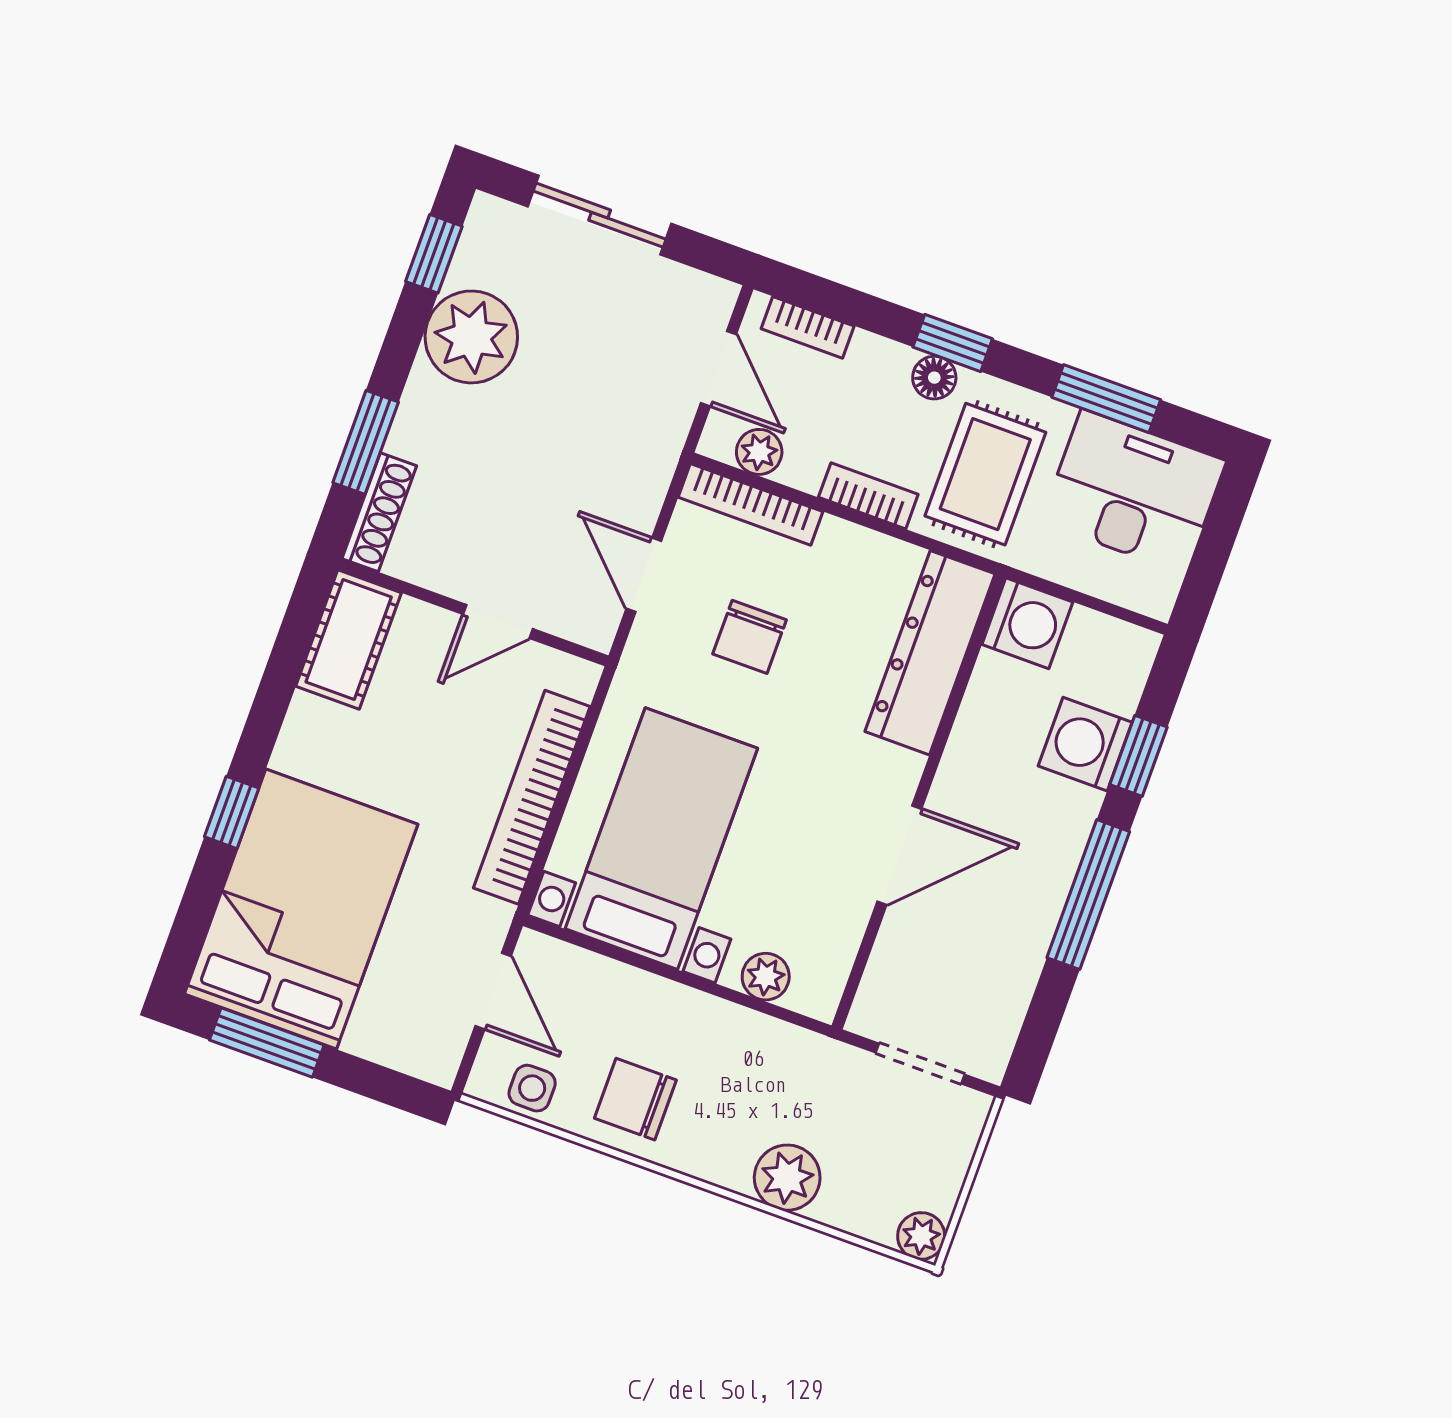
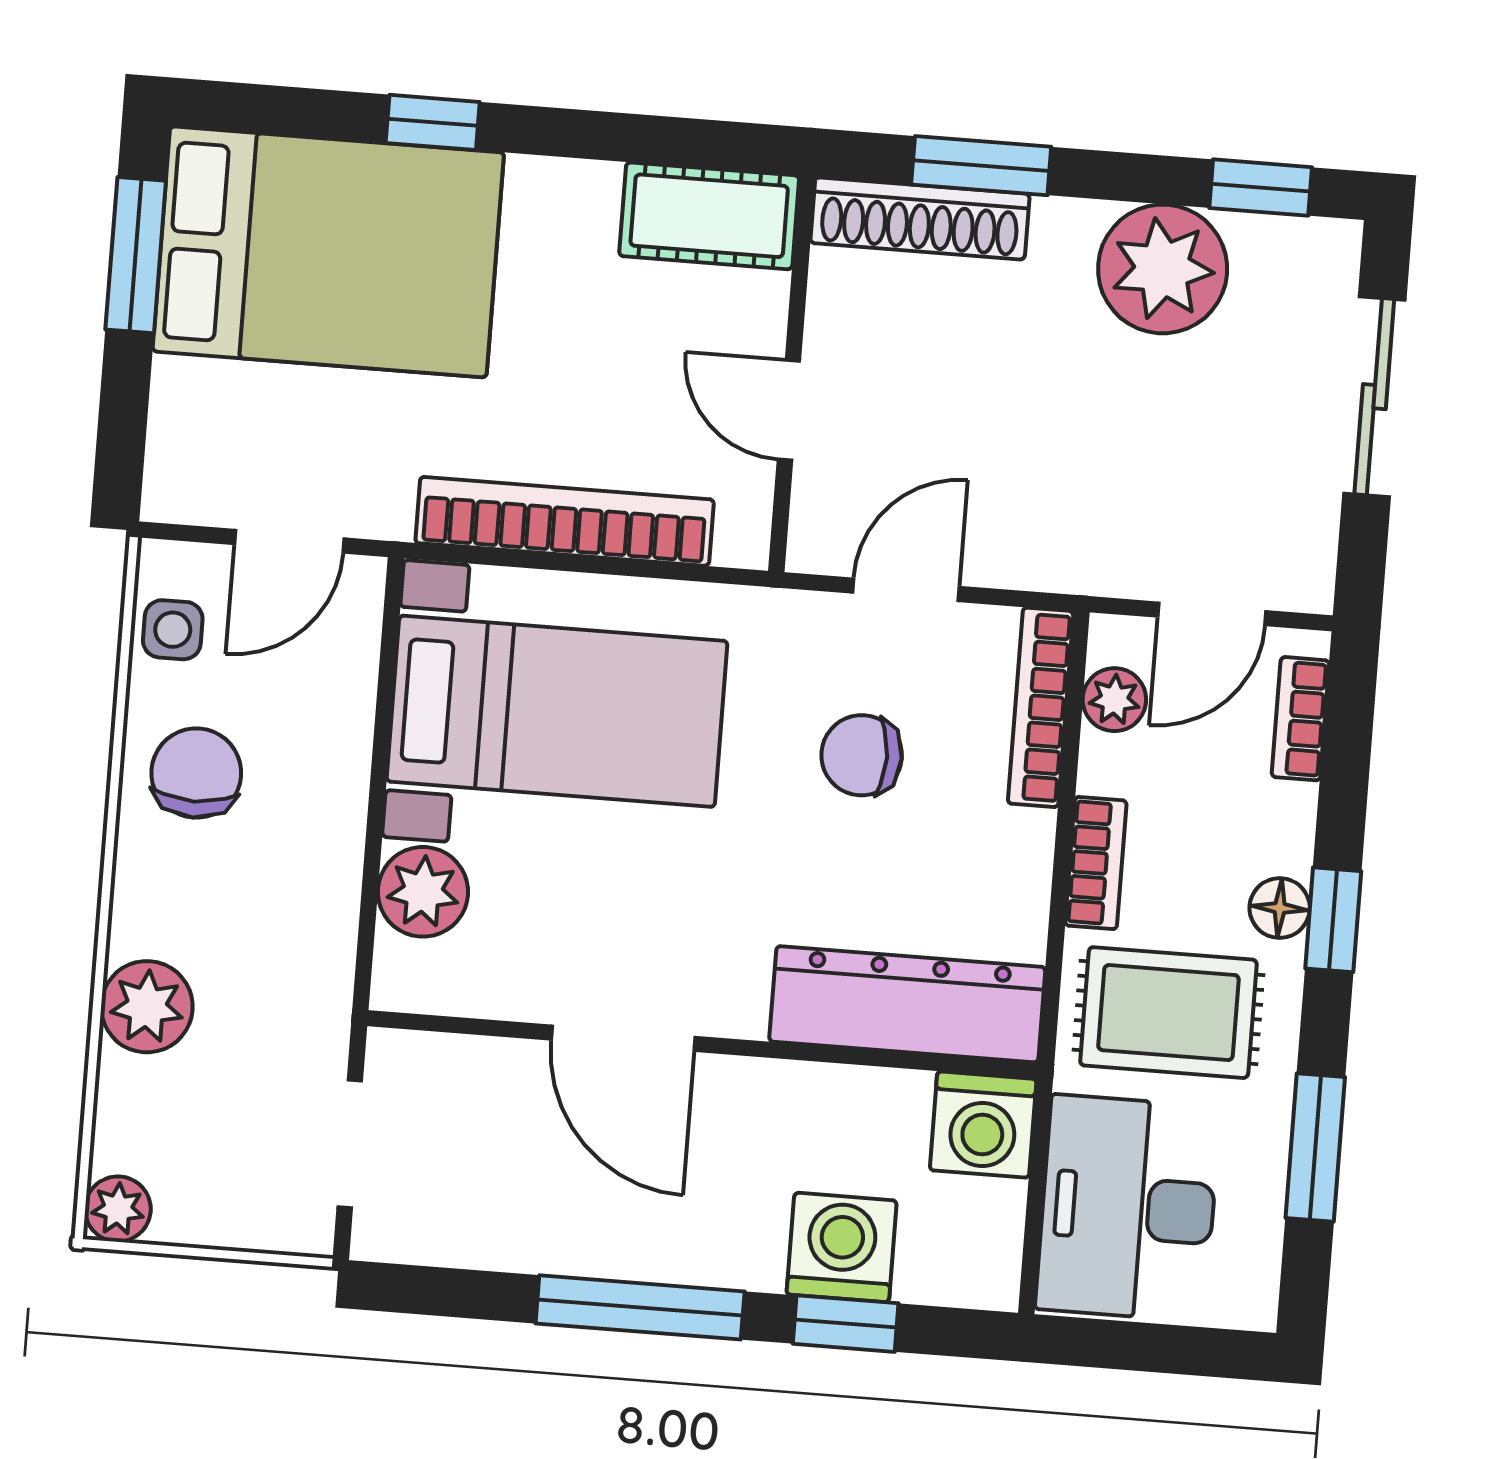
desk: (1133, 491) -> (1128, 1208), moved, turned 180
shoe rack: (379, 512) -> (920, 218), width x1.36, depth x1.24
plant: (766, 977) -> (423, 892), width x1.38, depth x1.38

